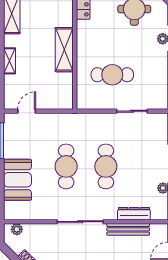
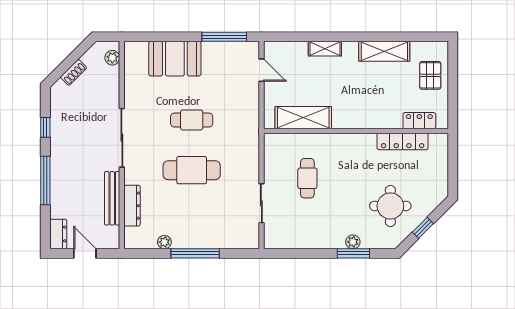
shelving: (64, 50) -> (303, 118), moved
cafe table: (112, 75) -> (307, 178), width x0.73, depth x0.74
cafe table: (66, 166) -> (192, 120), width x0.73, depth x0.74

